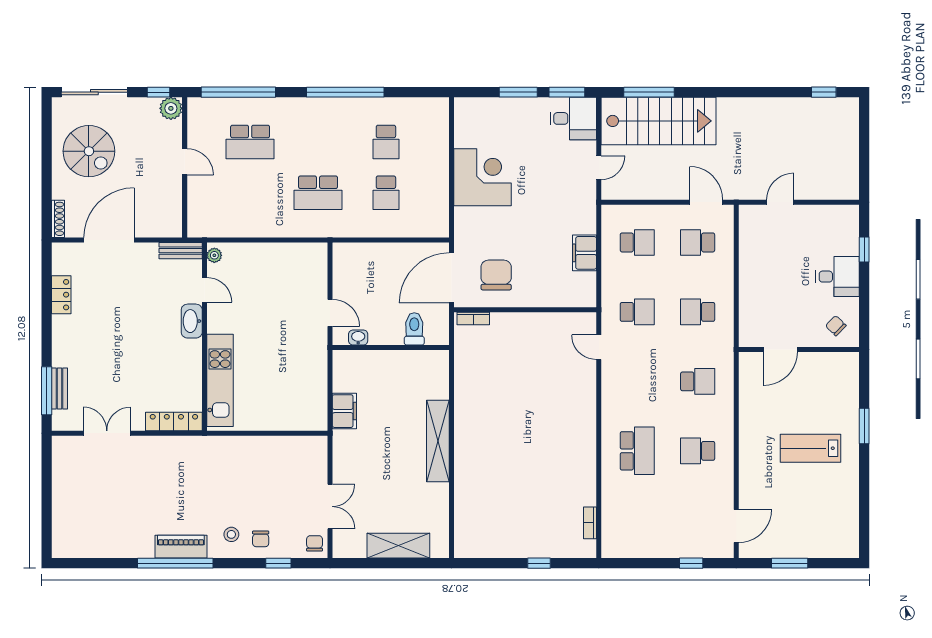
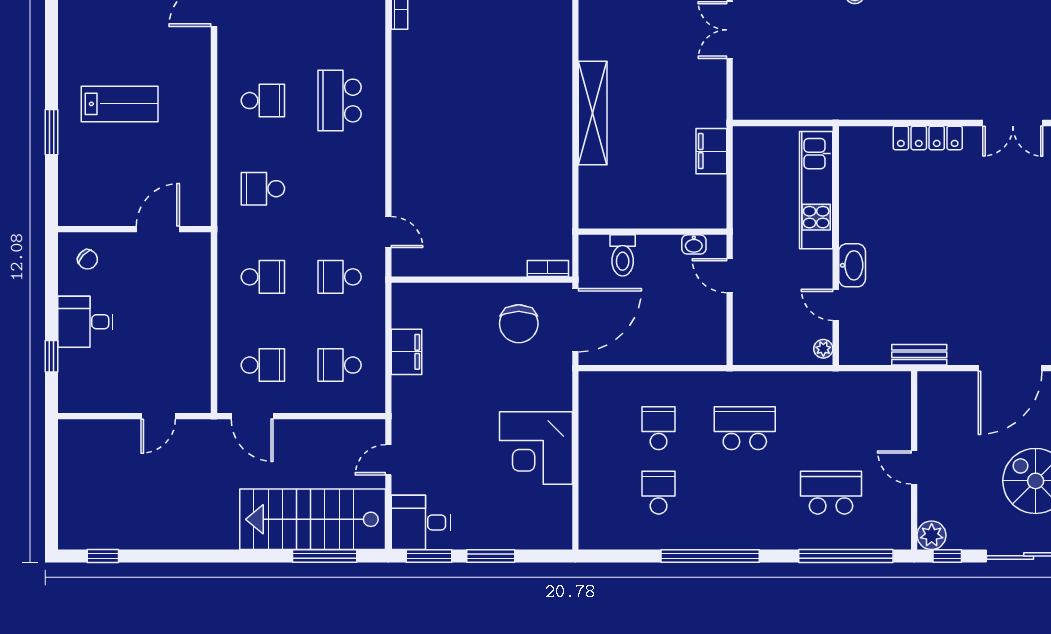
plant: (214, 255) -> (823, 349), moved
door: (205, 290) -> (836, 305), moved
washbasin: (192, 321) -> (852, 265), moved
wall: (205, 337) -> (836, 246), moved
kitchen unit: (220, 380) -> (816, 190), moved

